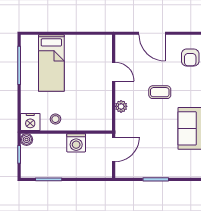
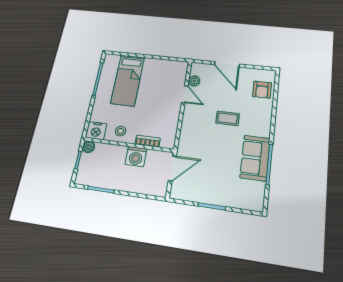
plant: (121, 106) -> (194, 81), moved
bookcase: (85, 126) -> (148, 141), added

